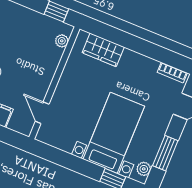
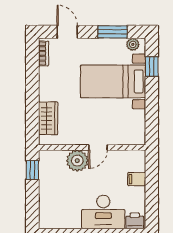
plant: (62, 41) -> (77, 161), moved, width x1.87, depth x1.87
door: (42, 113) -> (98, 147), moved

